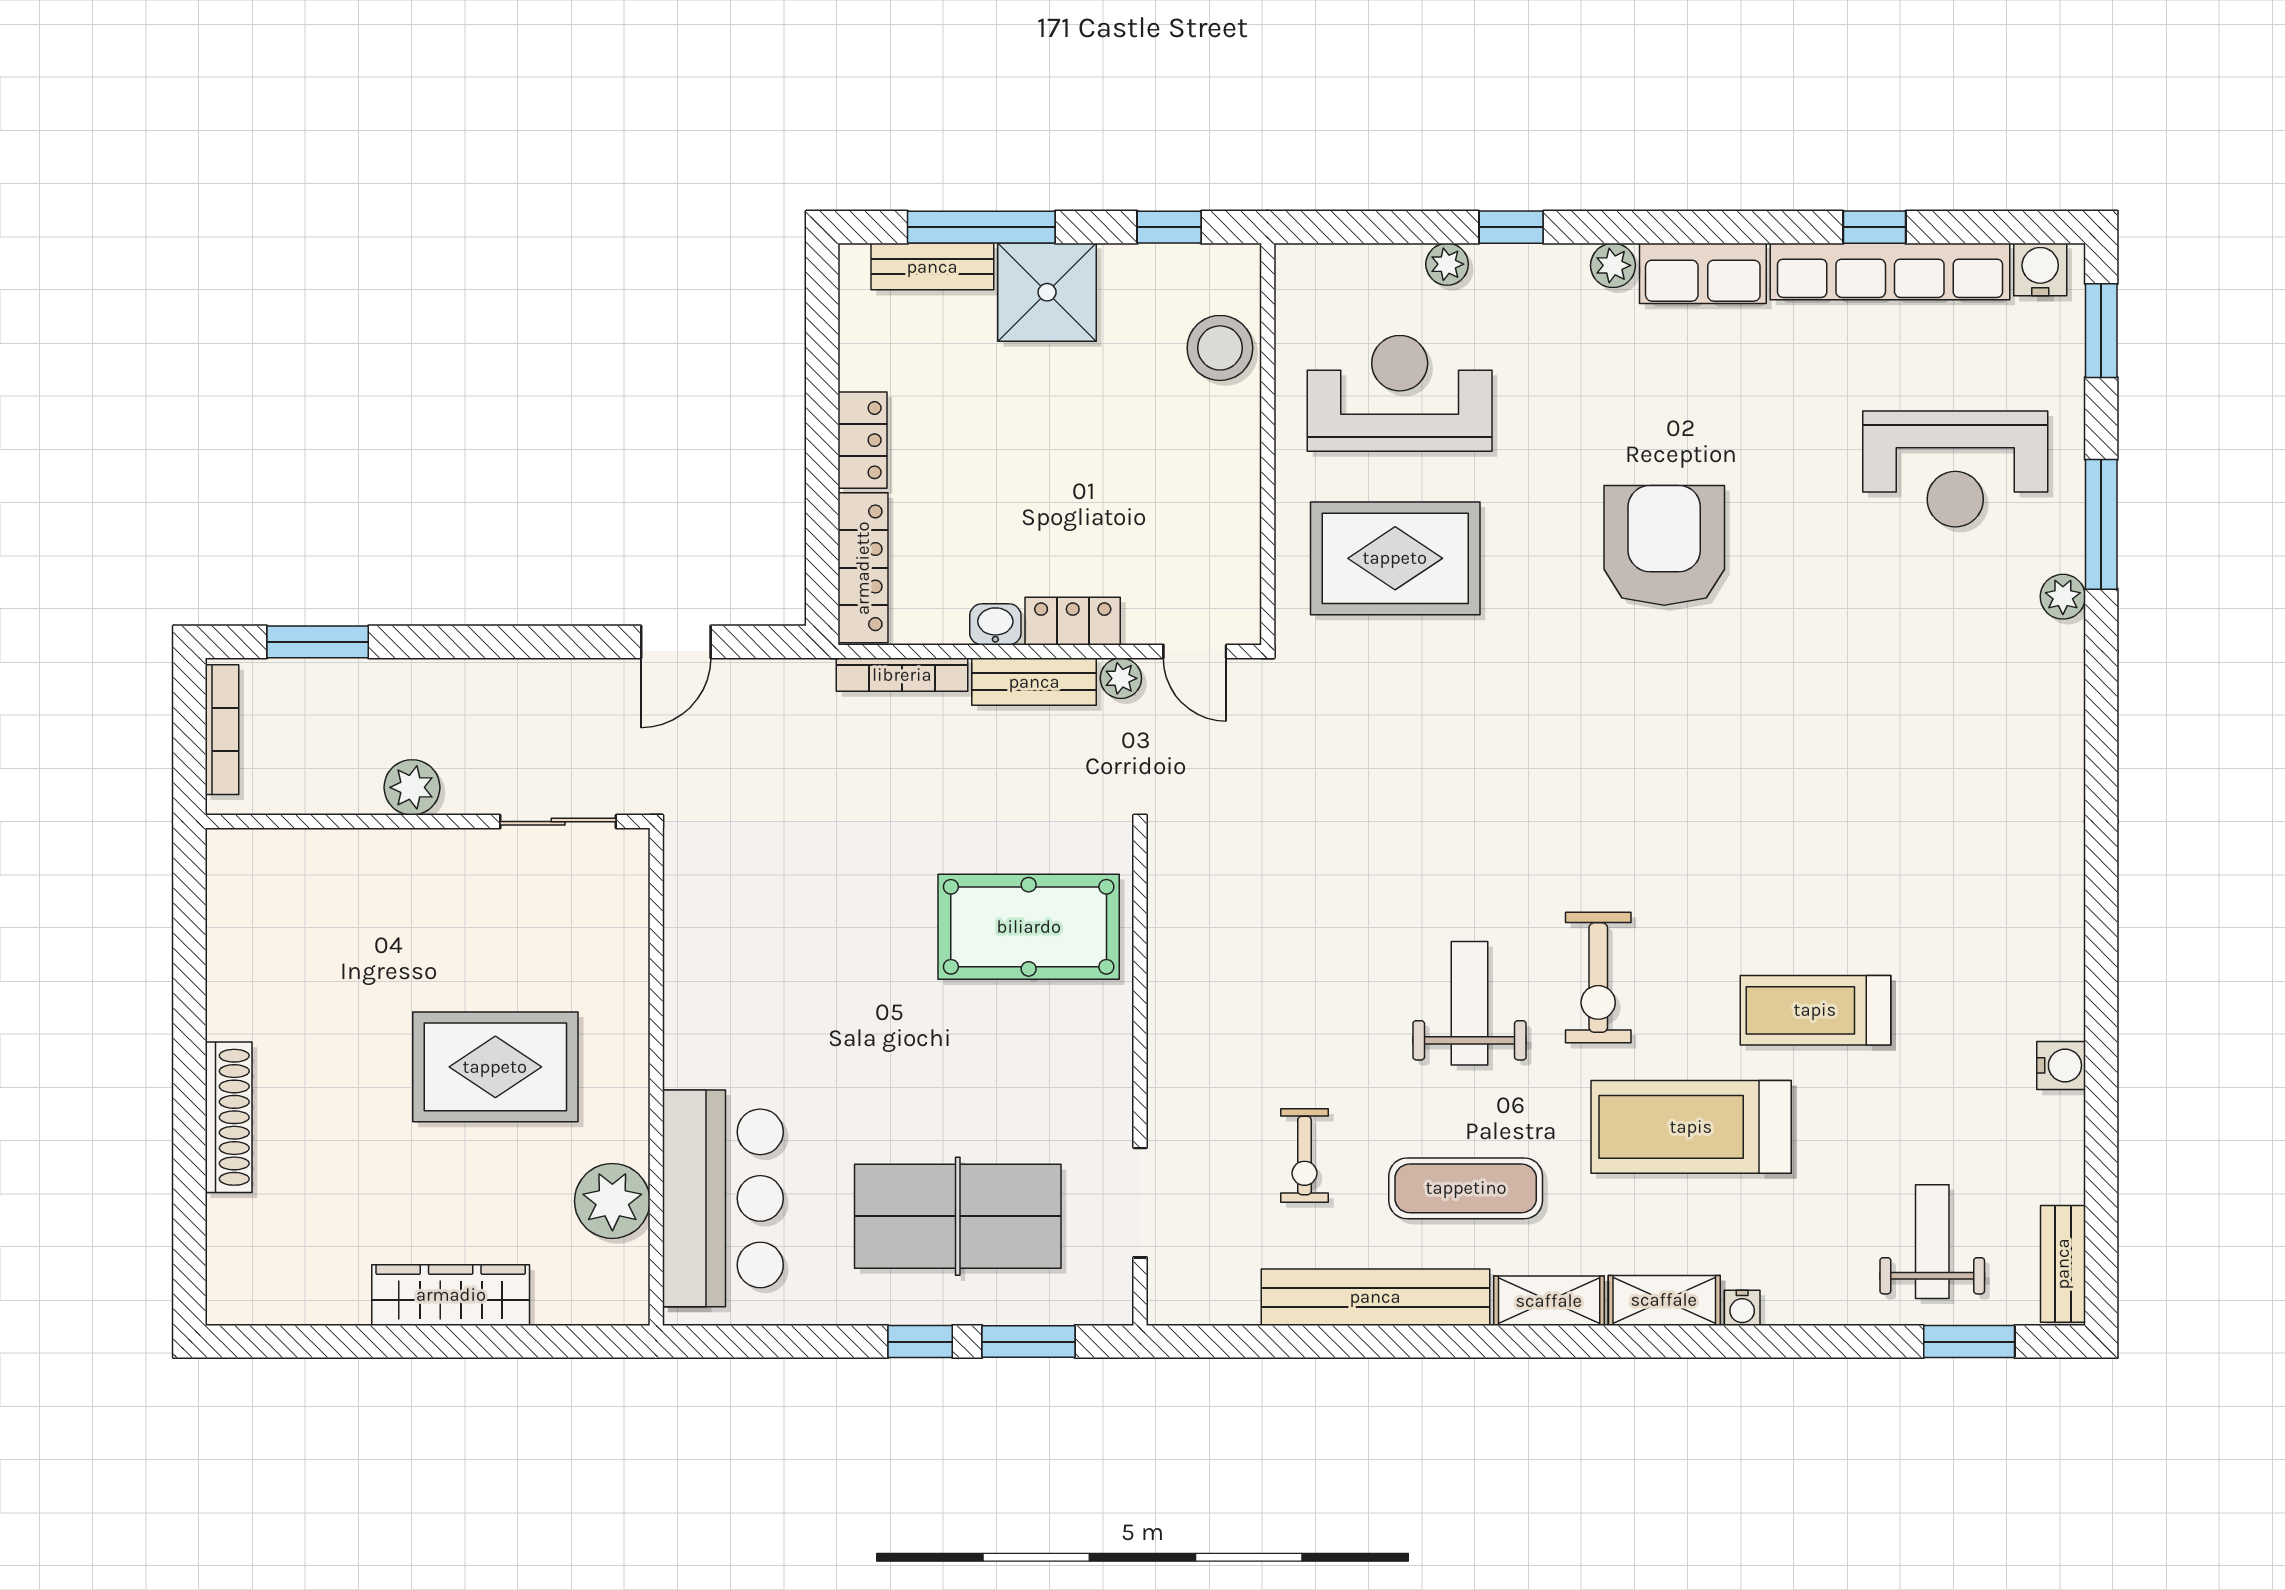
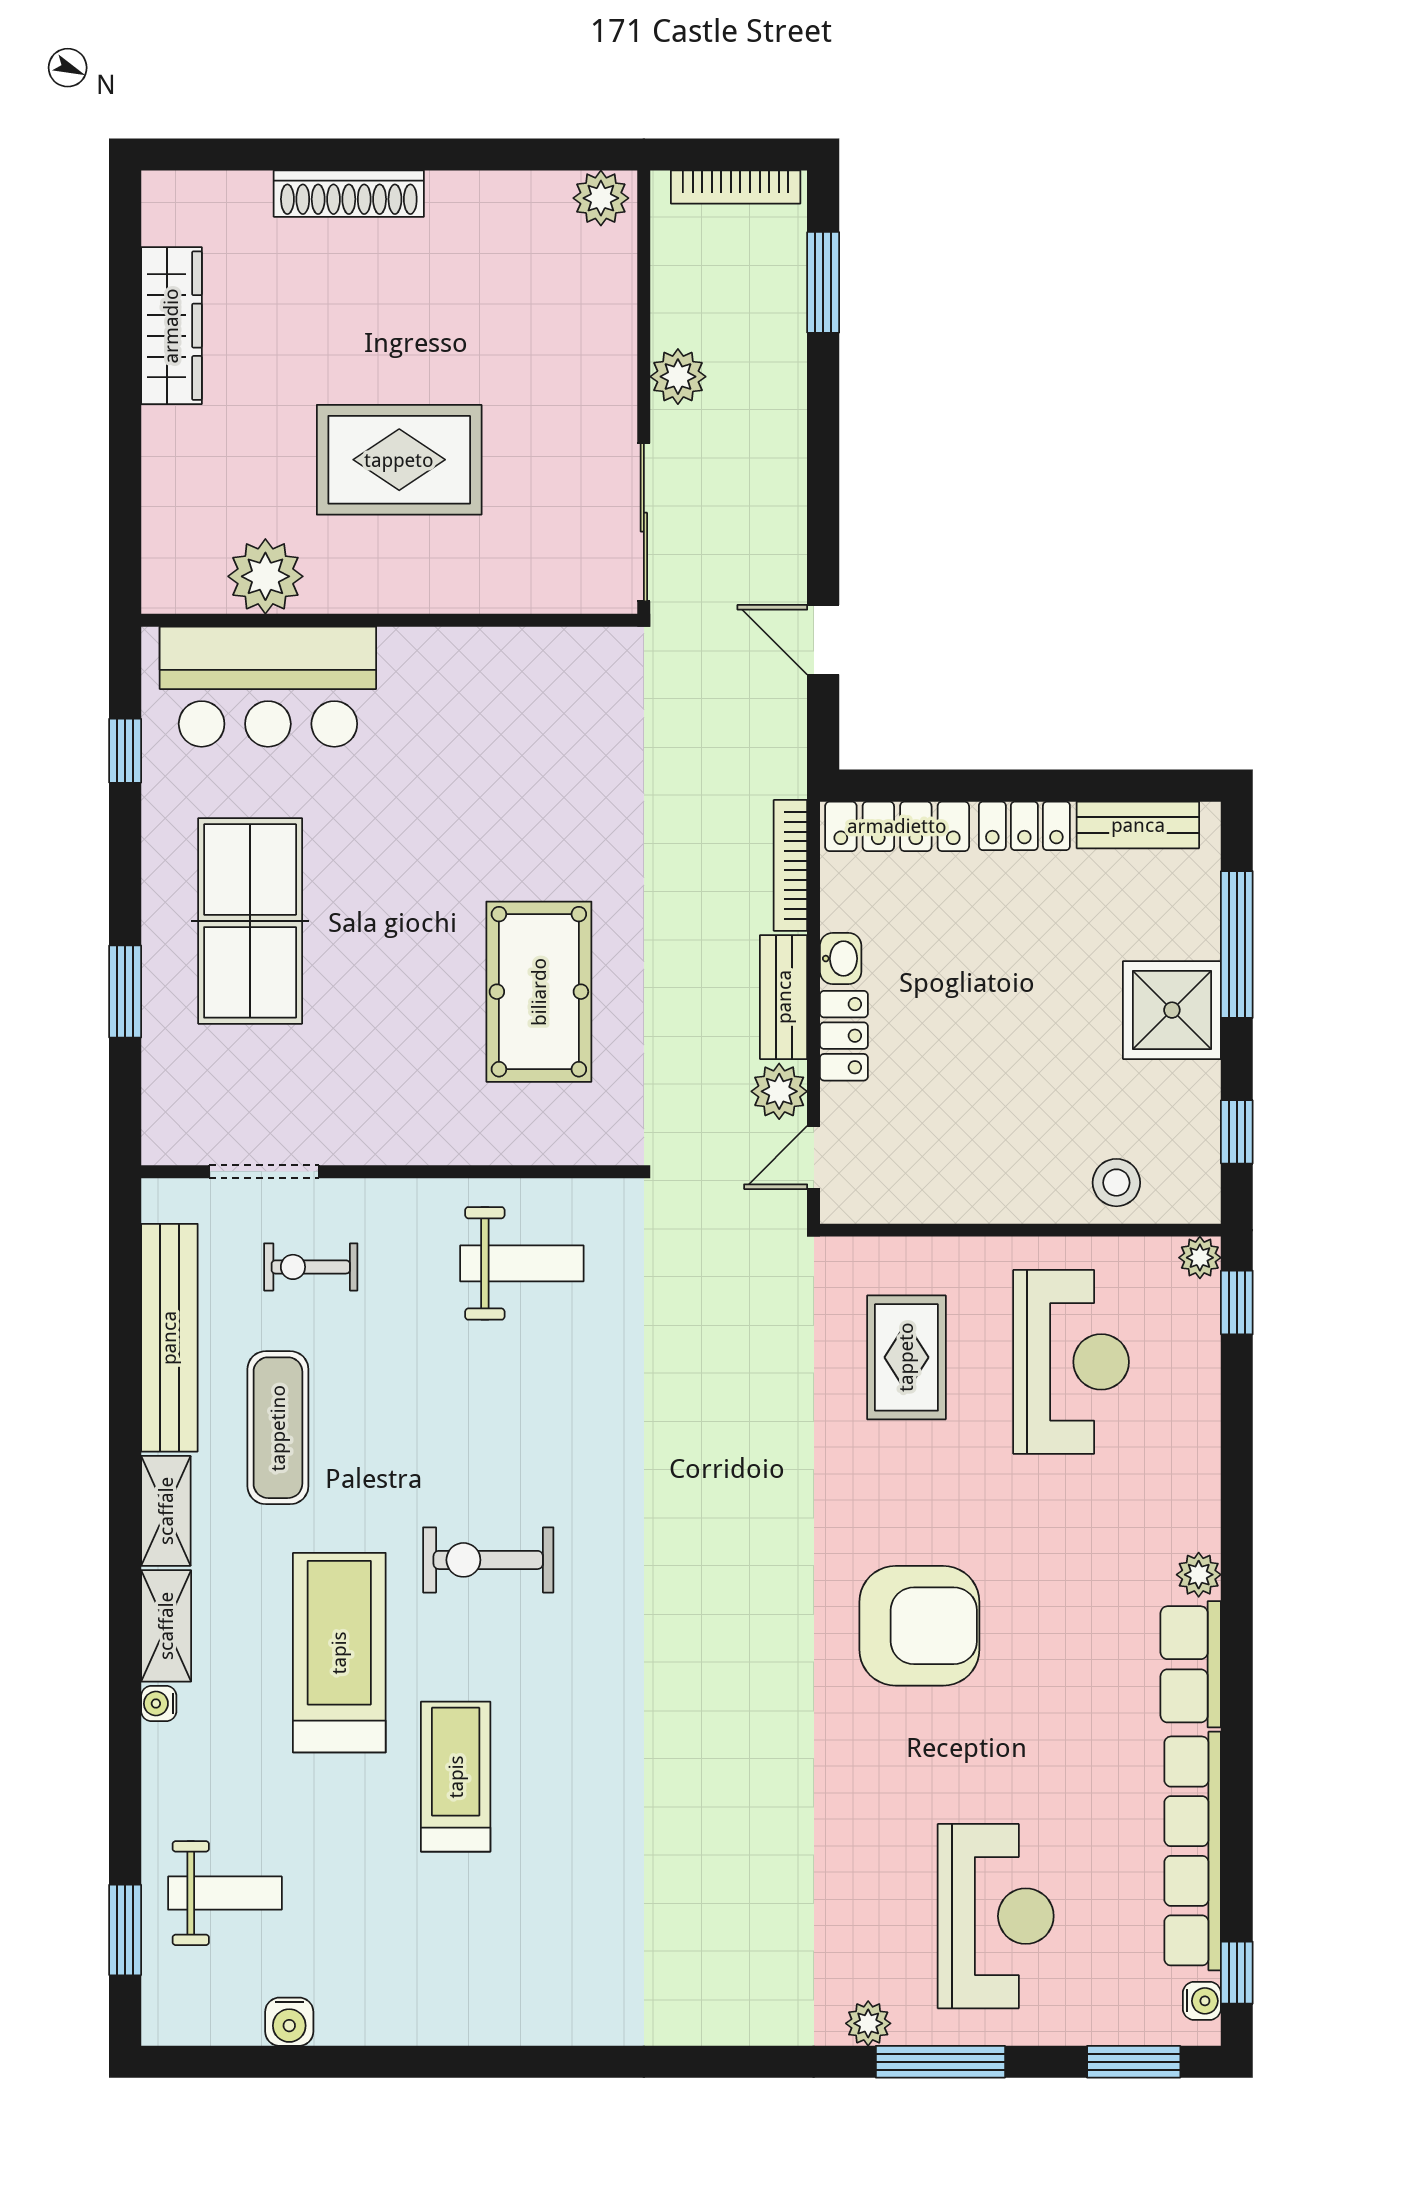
window: (1511, 227) -> (1237, 1303), moved
window: (1874, 227) -> (1237, 1973), moved
plant: (1447, 264) -> (1200, 1258), moved
bench: (932, 267) -> (1138, 825), moved, turned 90
water cooler: (2040, 270) -> (1202, 2001), width x0.72, depth x0.72
stool: (1220, 348) -> (1116, 1183), width x0.73, depth x0.73
reception desk: (1955, 469) -> (996, 1916), turned 180
rug: (1395, 558) -> (906, 1357), width x0.73, depth x0.70
plant: (1121, 678) -> (779, 1091), width x1.38, depth x1.38
sliding door: (558, 822) -> (644, 522), width x1.37
plant: (233, 865) -> (601, 198), added
weight bench: (1470, 1003) -> (522, 1263), moved
water cooler: (2061, 1065) -> (289, 2022), moved
rug: (495, 1067) -> (399, 460), turned 90
wall: (1140, 1077) -> (389, 1172), moved
doorway: (1140, 1203) -> (264, 1172), moved
bench: (2063, 1264) -> (202, 2024), removed
wardrobe: (451, 1295) -> (171, 326), moved
window: (920, 1342) -> (125, 751), moved

